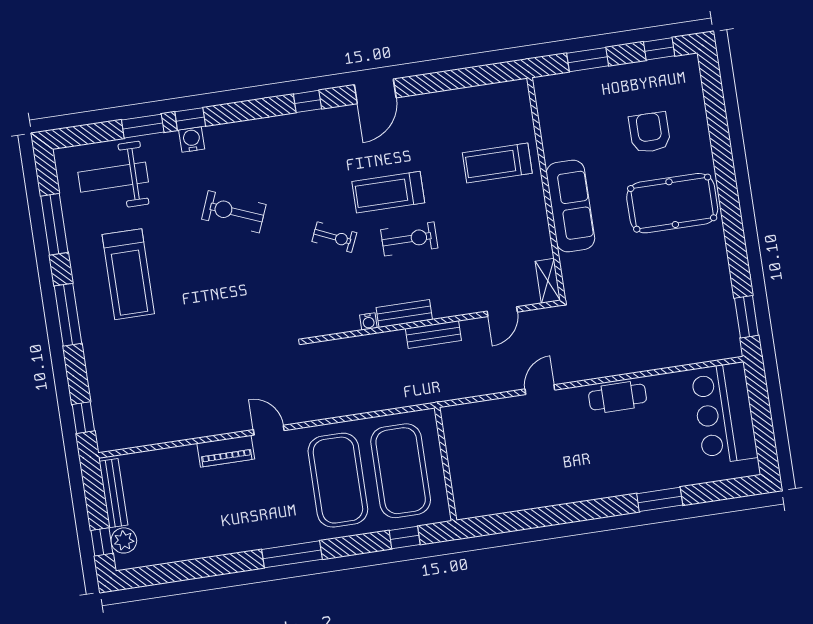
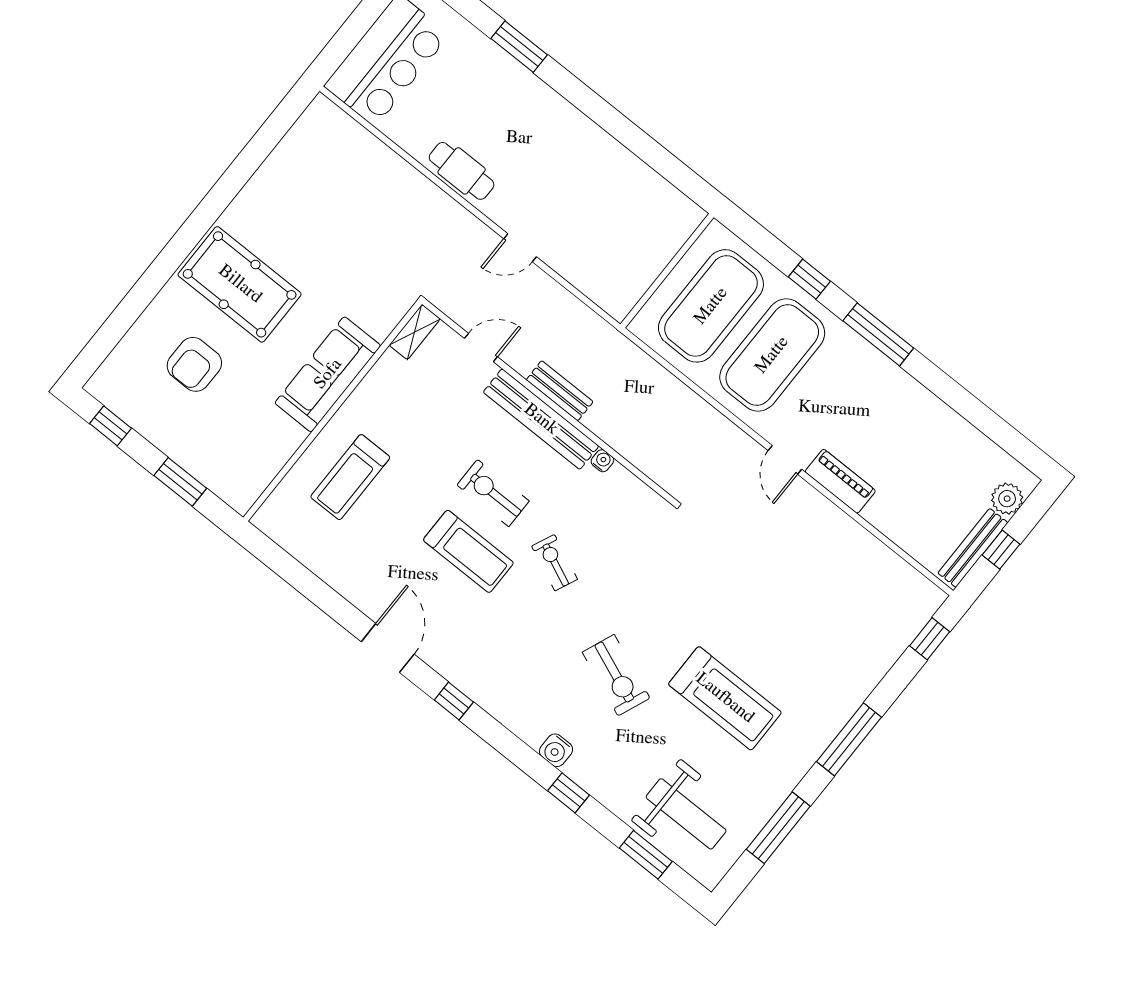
door: (375, 91) -> (388, 648), hinge flipped
window: (143, 126) -> (646, 855), moved
water cooler: (192, 140) -> (556, 750), moved
treadmill: (497, 163) -> (350, 477), turned 90
treadmill: (128, 274) -> (725, 698), moved, turned 90
bench: (404, 313) -> (541, 419), width x1.86, depth x1.21
window: (746, 317) -> (280, 121), removed
window: (405, 537) -> (809, 279), moved
window: (102, 542) -> (1001, 550), moved

